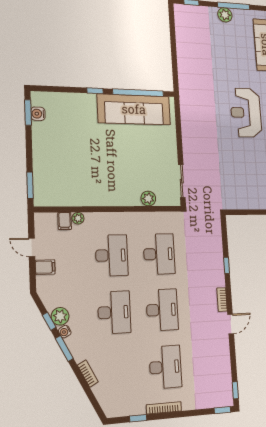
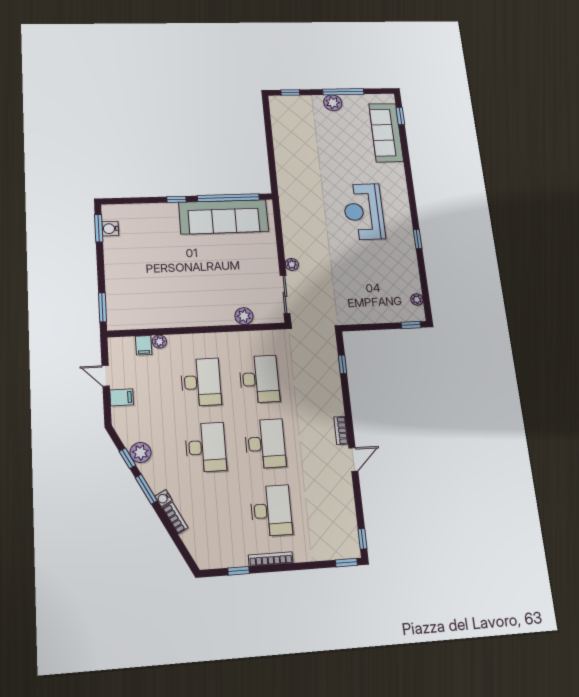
plant: (188, 155) -> (292, 264), added
window: (227, 265) -> (342, 364), moved
water cooler: (65, 332) -> (164, 498), moved

